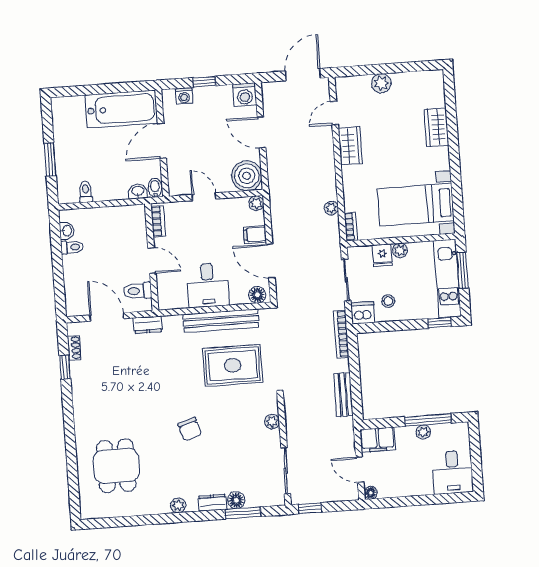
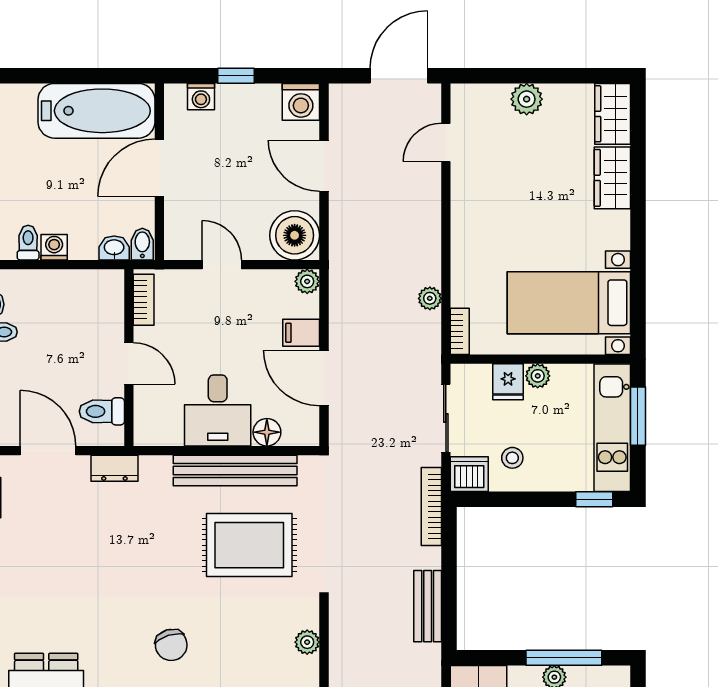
wardrobe: (350, 146) -> (613, 114), moved, turned 180
washing machine: (102, 193) -> (54, 247), added
floor lamp: (257, 295) -> (267, 432), moved

